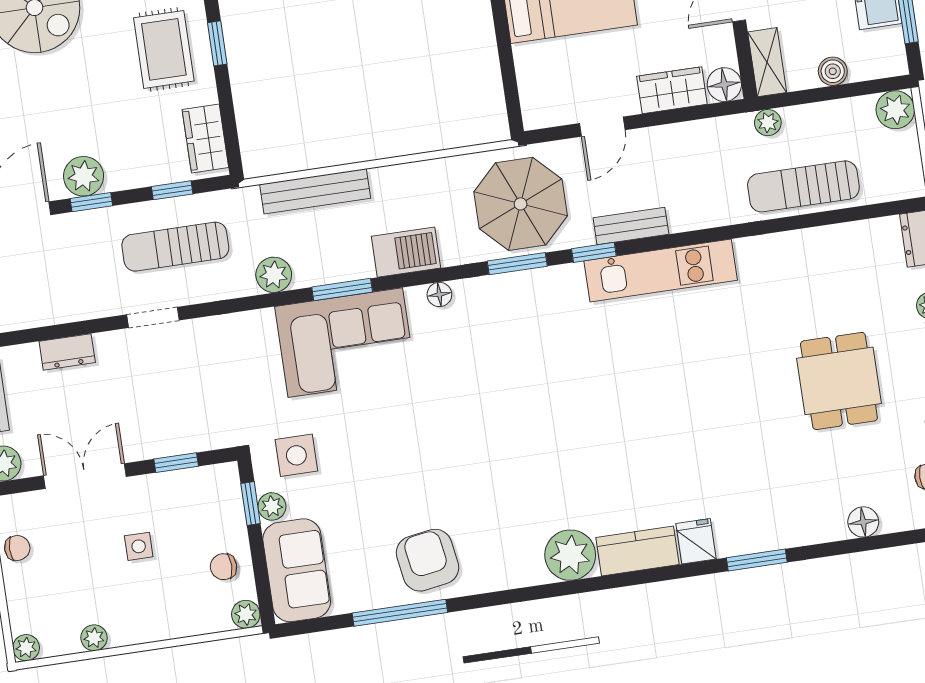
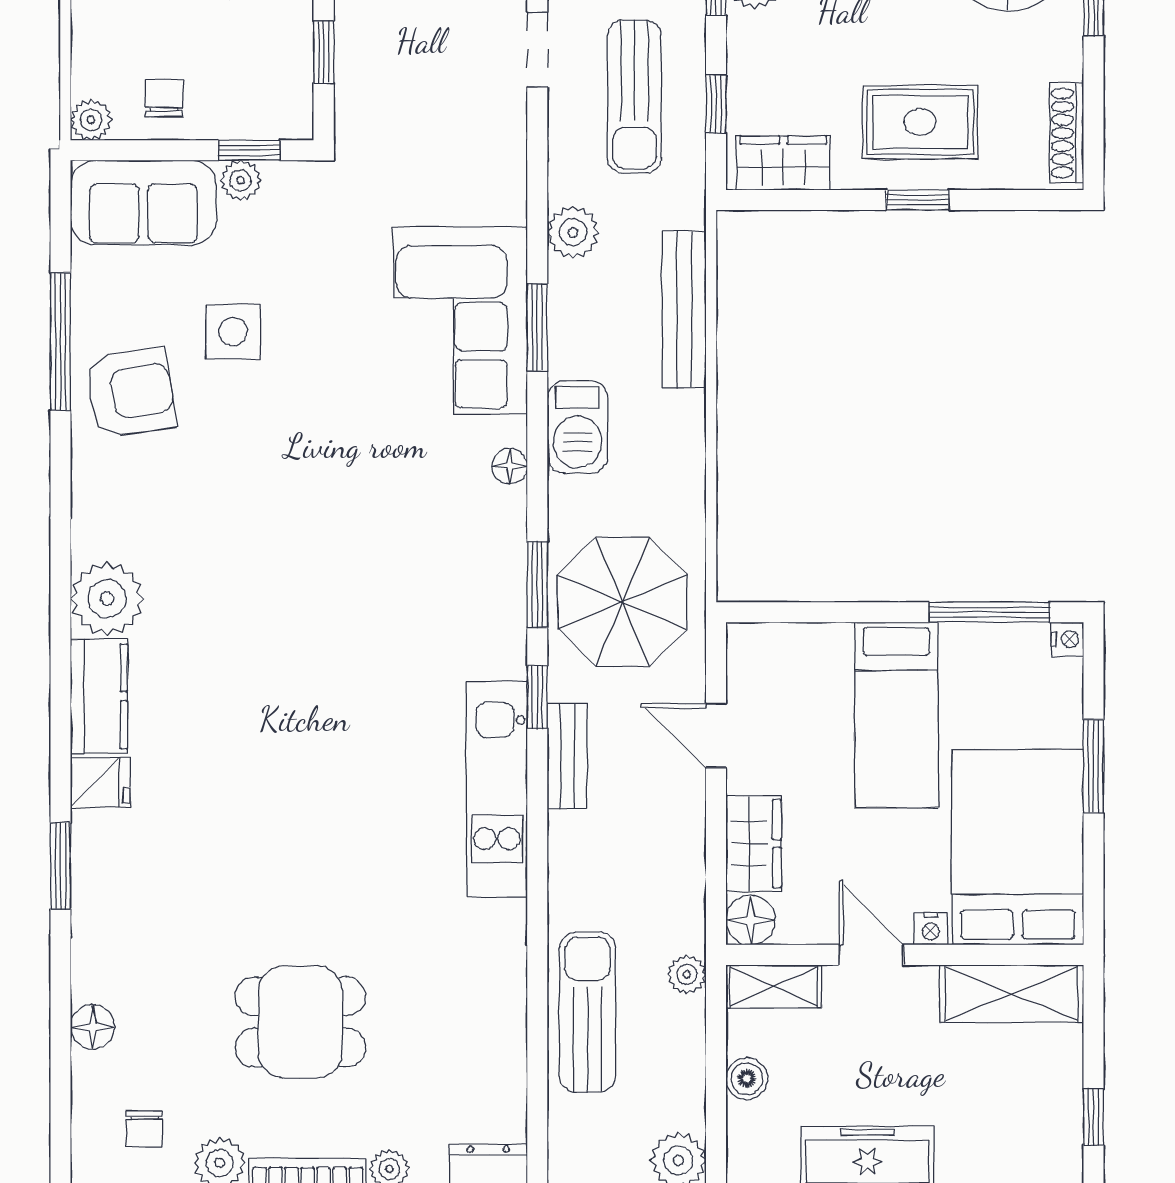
sun lounger: (175, 247) -> (634, 97), turned 180
side table: (296, 455) -> (233, 332), moved

